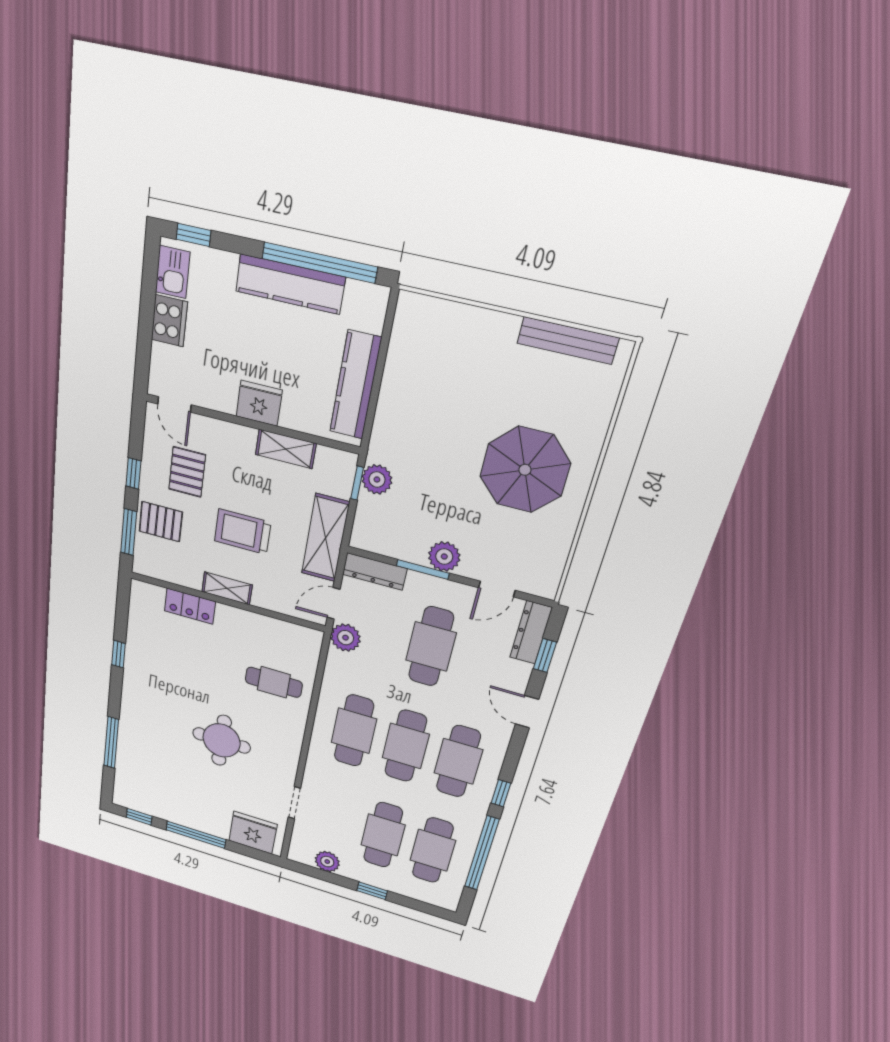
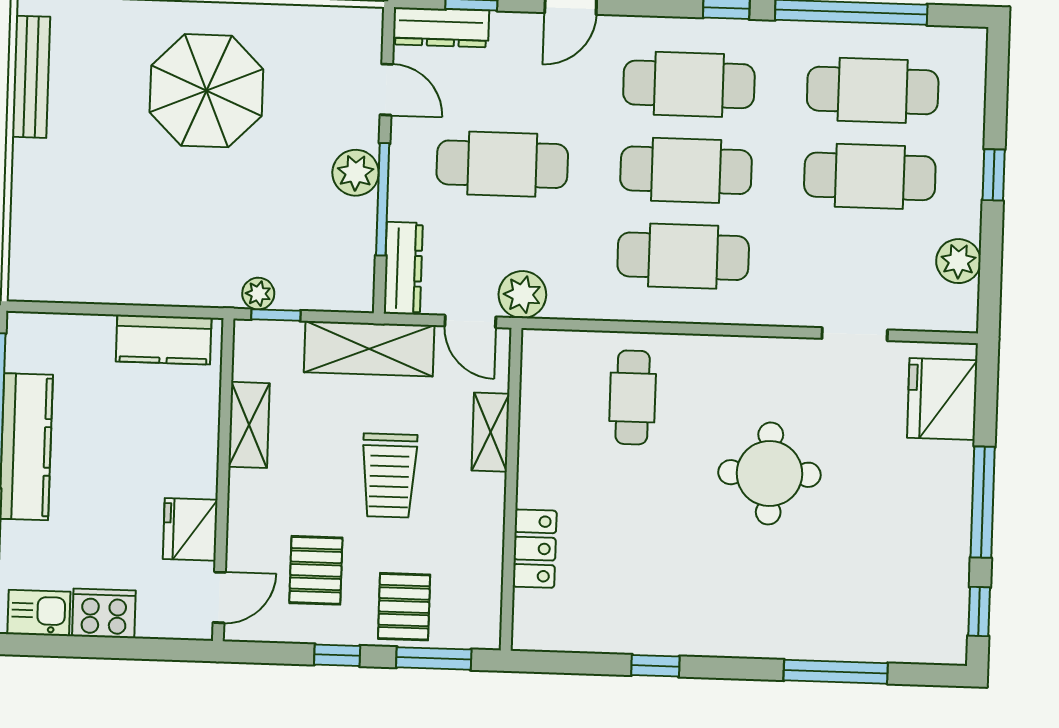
kitchen counter: (355, 385) -> (164, 340), width x0.67
fridge: (259, 403) -> (190, 529), moved
pallet: (187, 472) -> (316, 570), turned 90
plant: (377, 479) -> (258, 294), width x0.73, depth x0.73
window: (423, 569) -> (383, 199), width x1.44
shelving: (227, 588) -> (490, 432), moved

